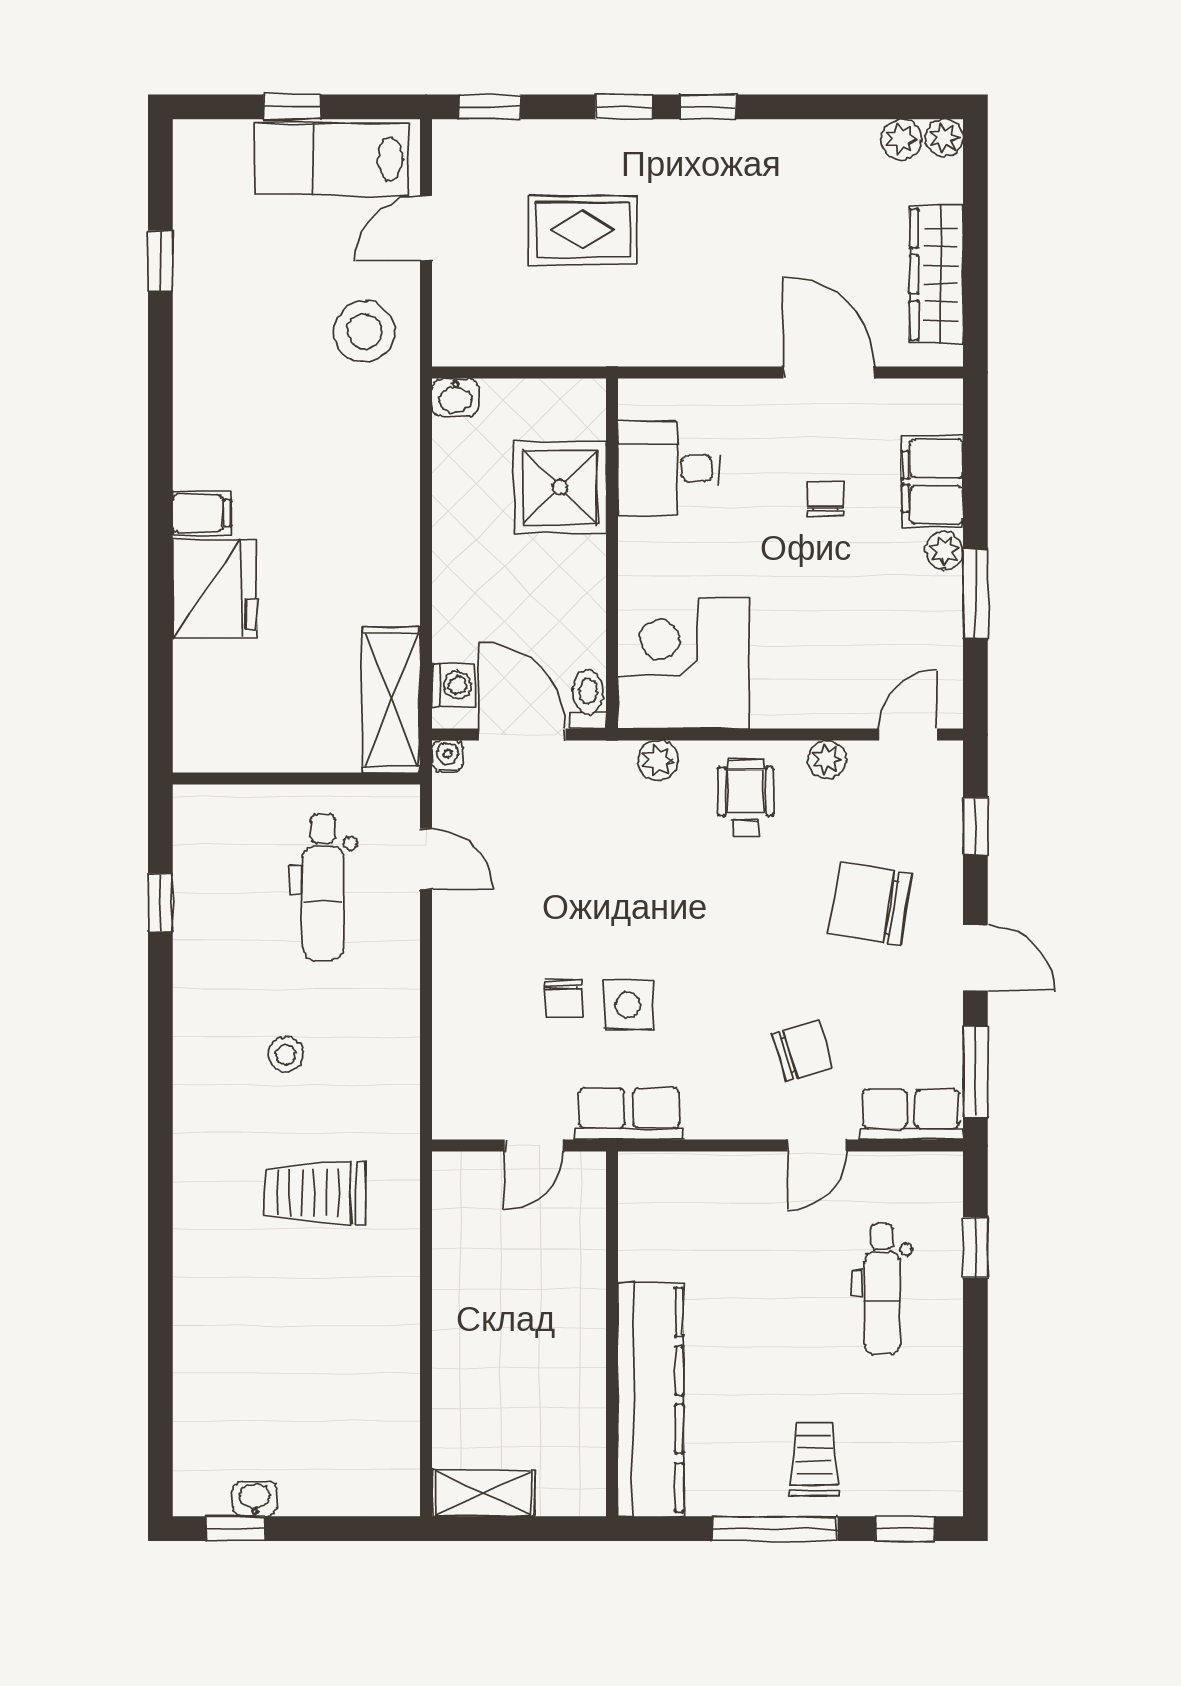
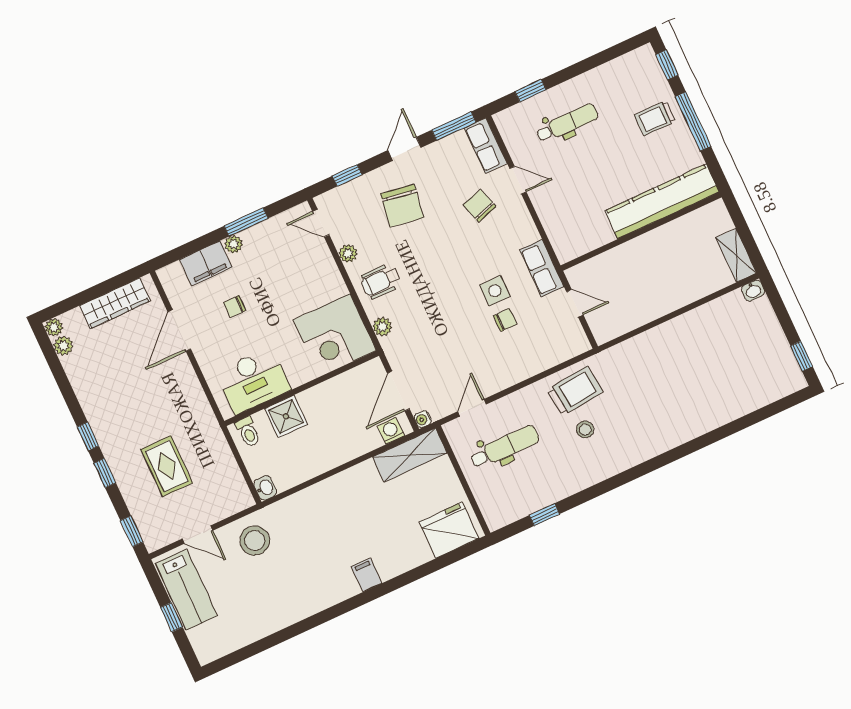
window: (160, 261) -> (265, 644), removed
desk: (669, 468) -> (253, 381), width x1.37
shower: (560, 487) -> (286, 416), width x0.73, depth x0.73
fridge: (214, 589) -> (449, 530), moved
toilet: (588, 699) -> (248, 432), moved, turned -90
trolley: (315, 1193) -> (575, 391), moved, turned -96
washbasin: (255, 1499) -> (753, 290), moved, turned -90

